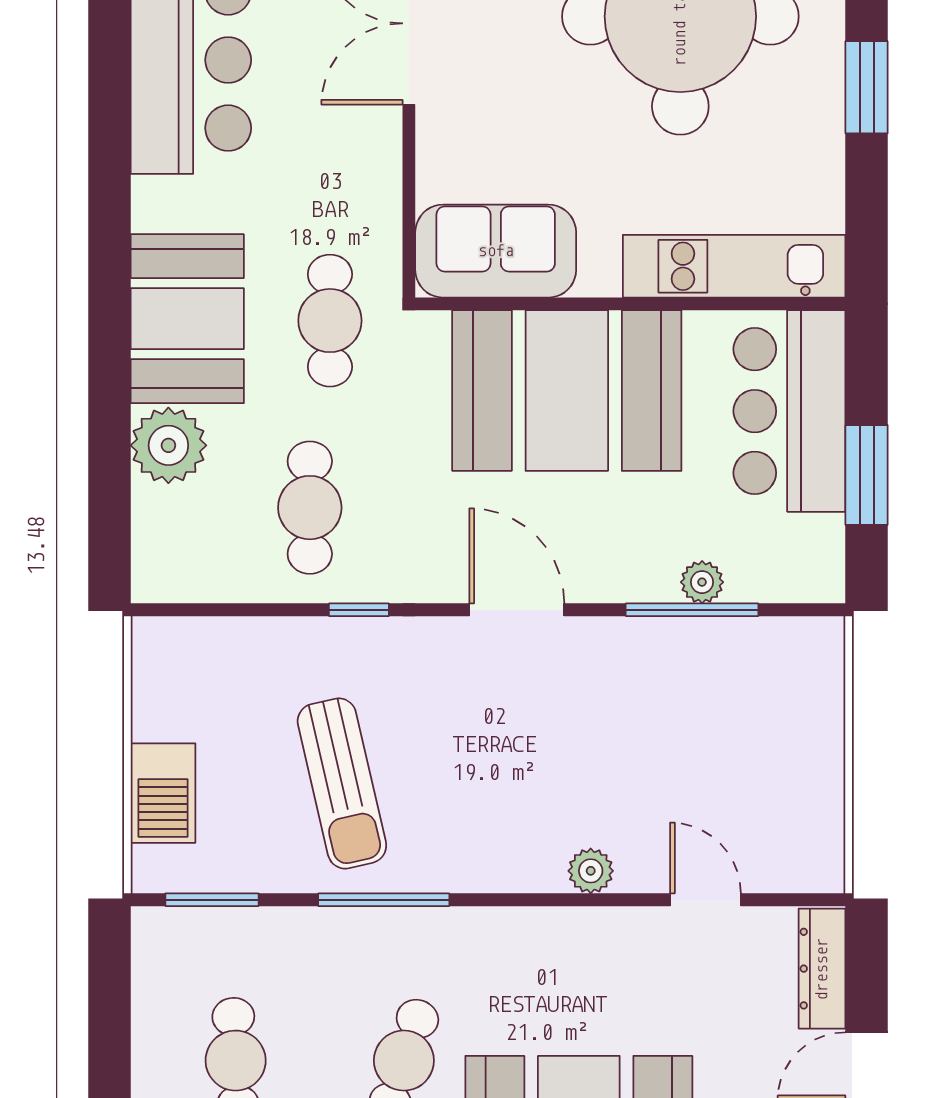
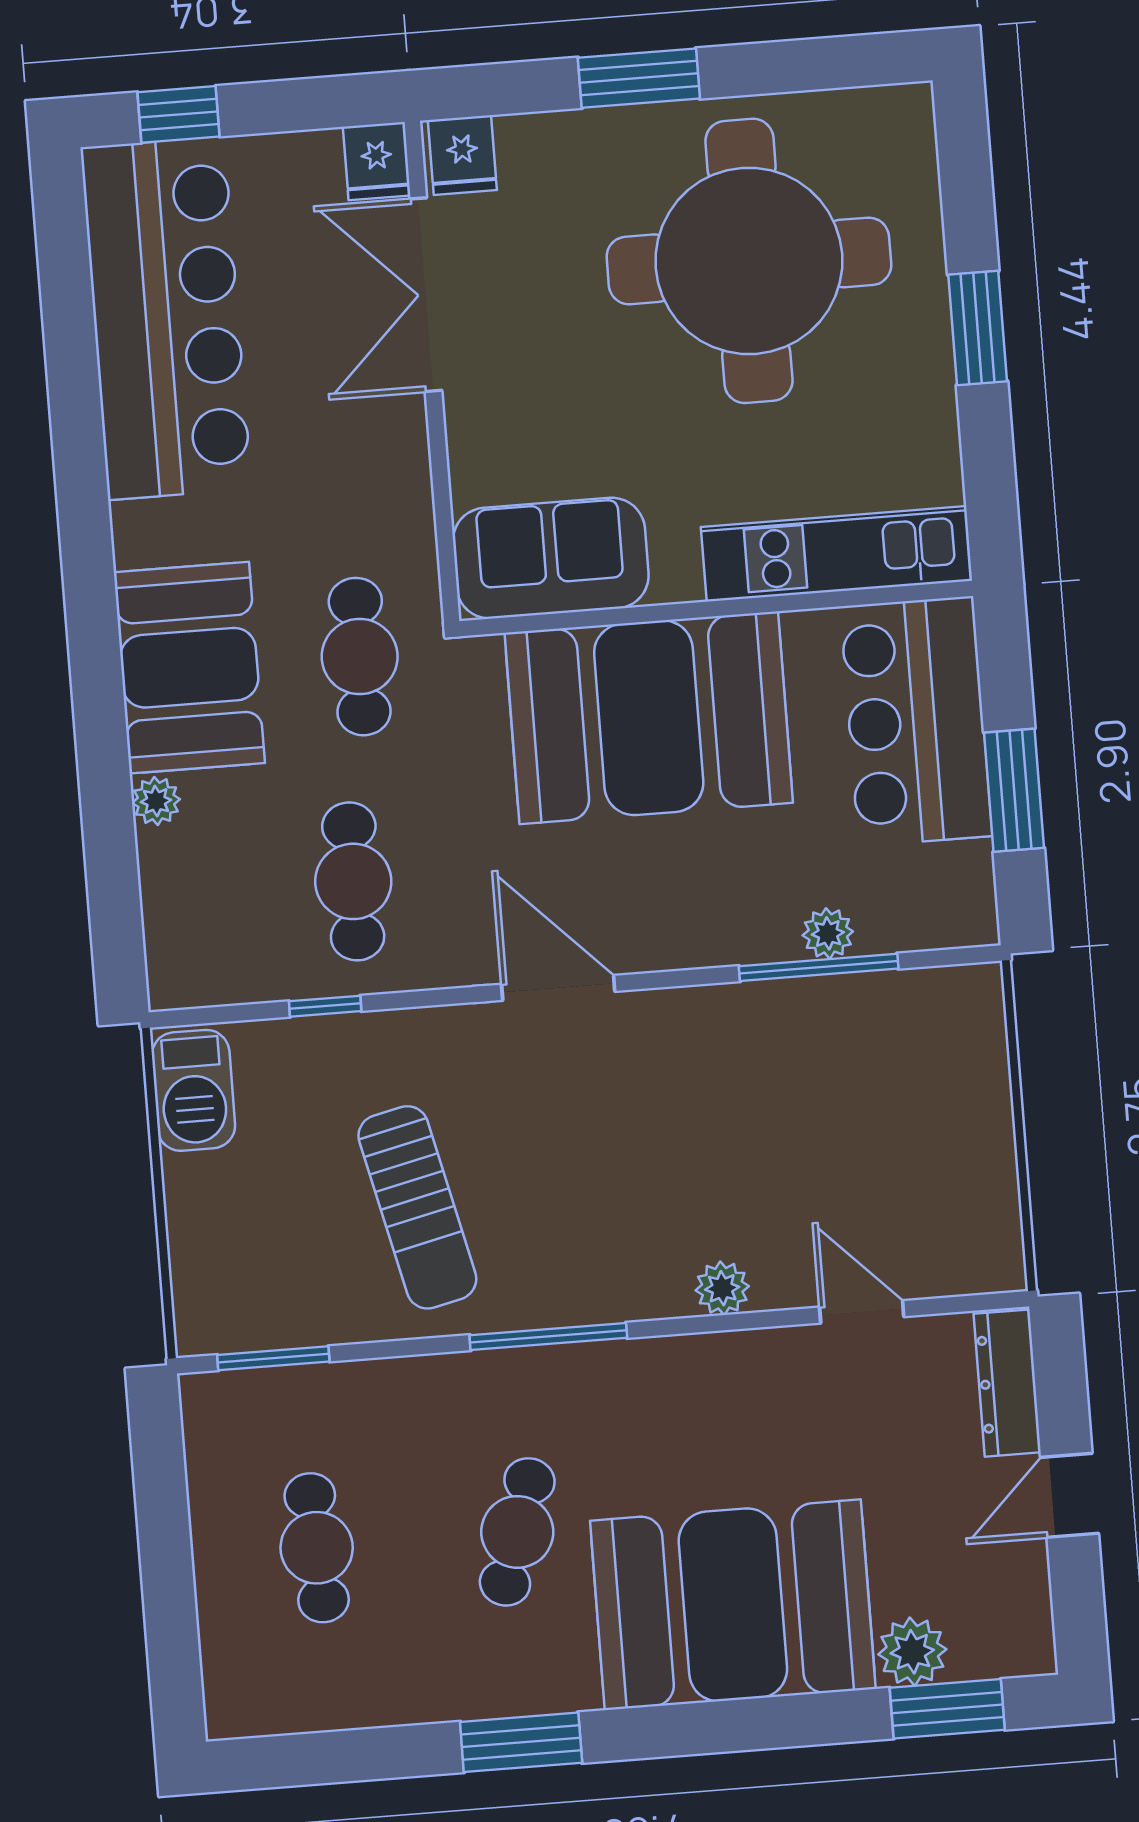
plant: (168, 445) -> (156, 801), width x0.53, depth x0.53
window: (359, 610) -> (325, 1006), moved
door: (517, 610) -> (558, 988), moved
barbecue: (163, 793) -> (193, 1090), moved
window: (384, 900) -> (548, 1337), moved

